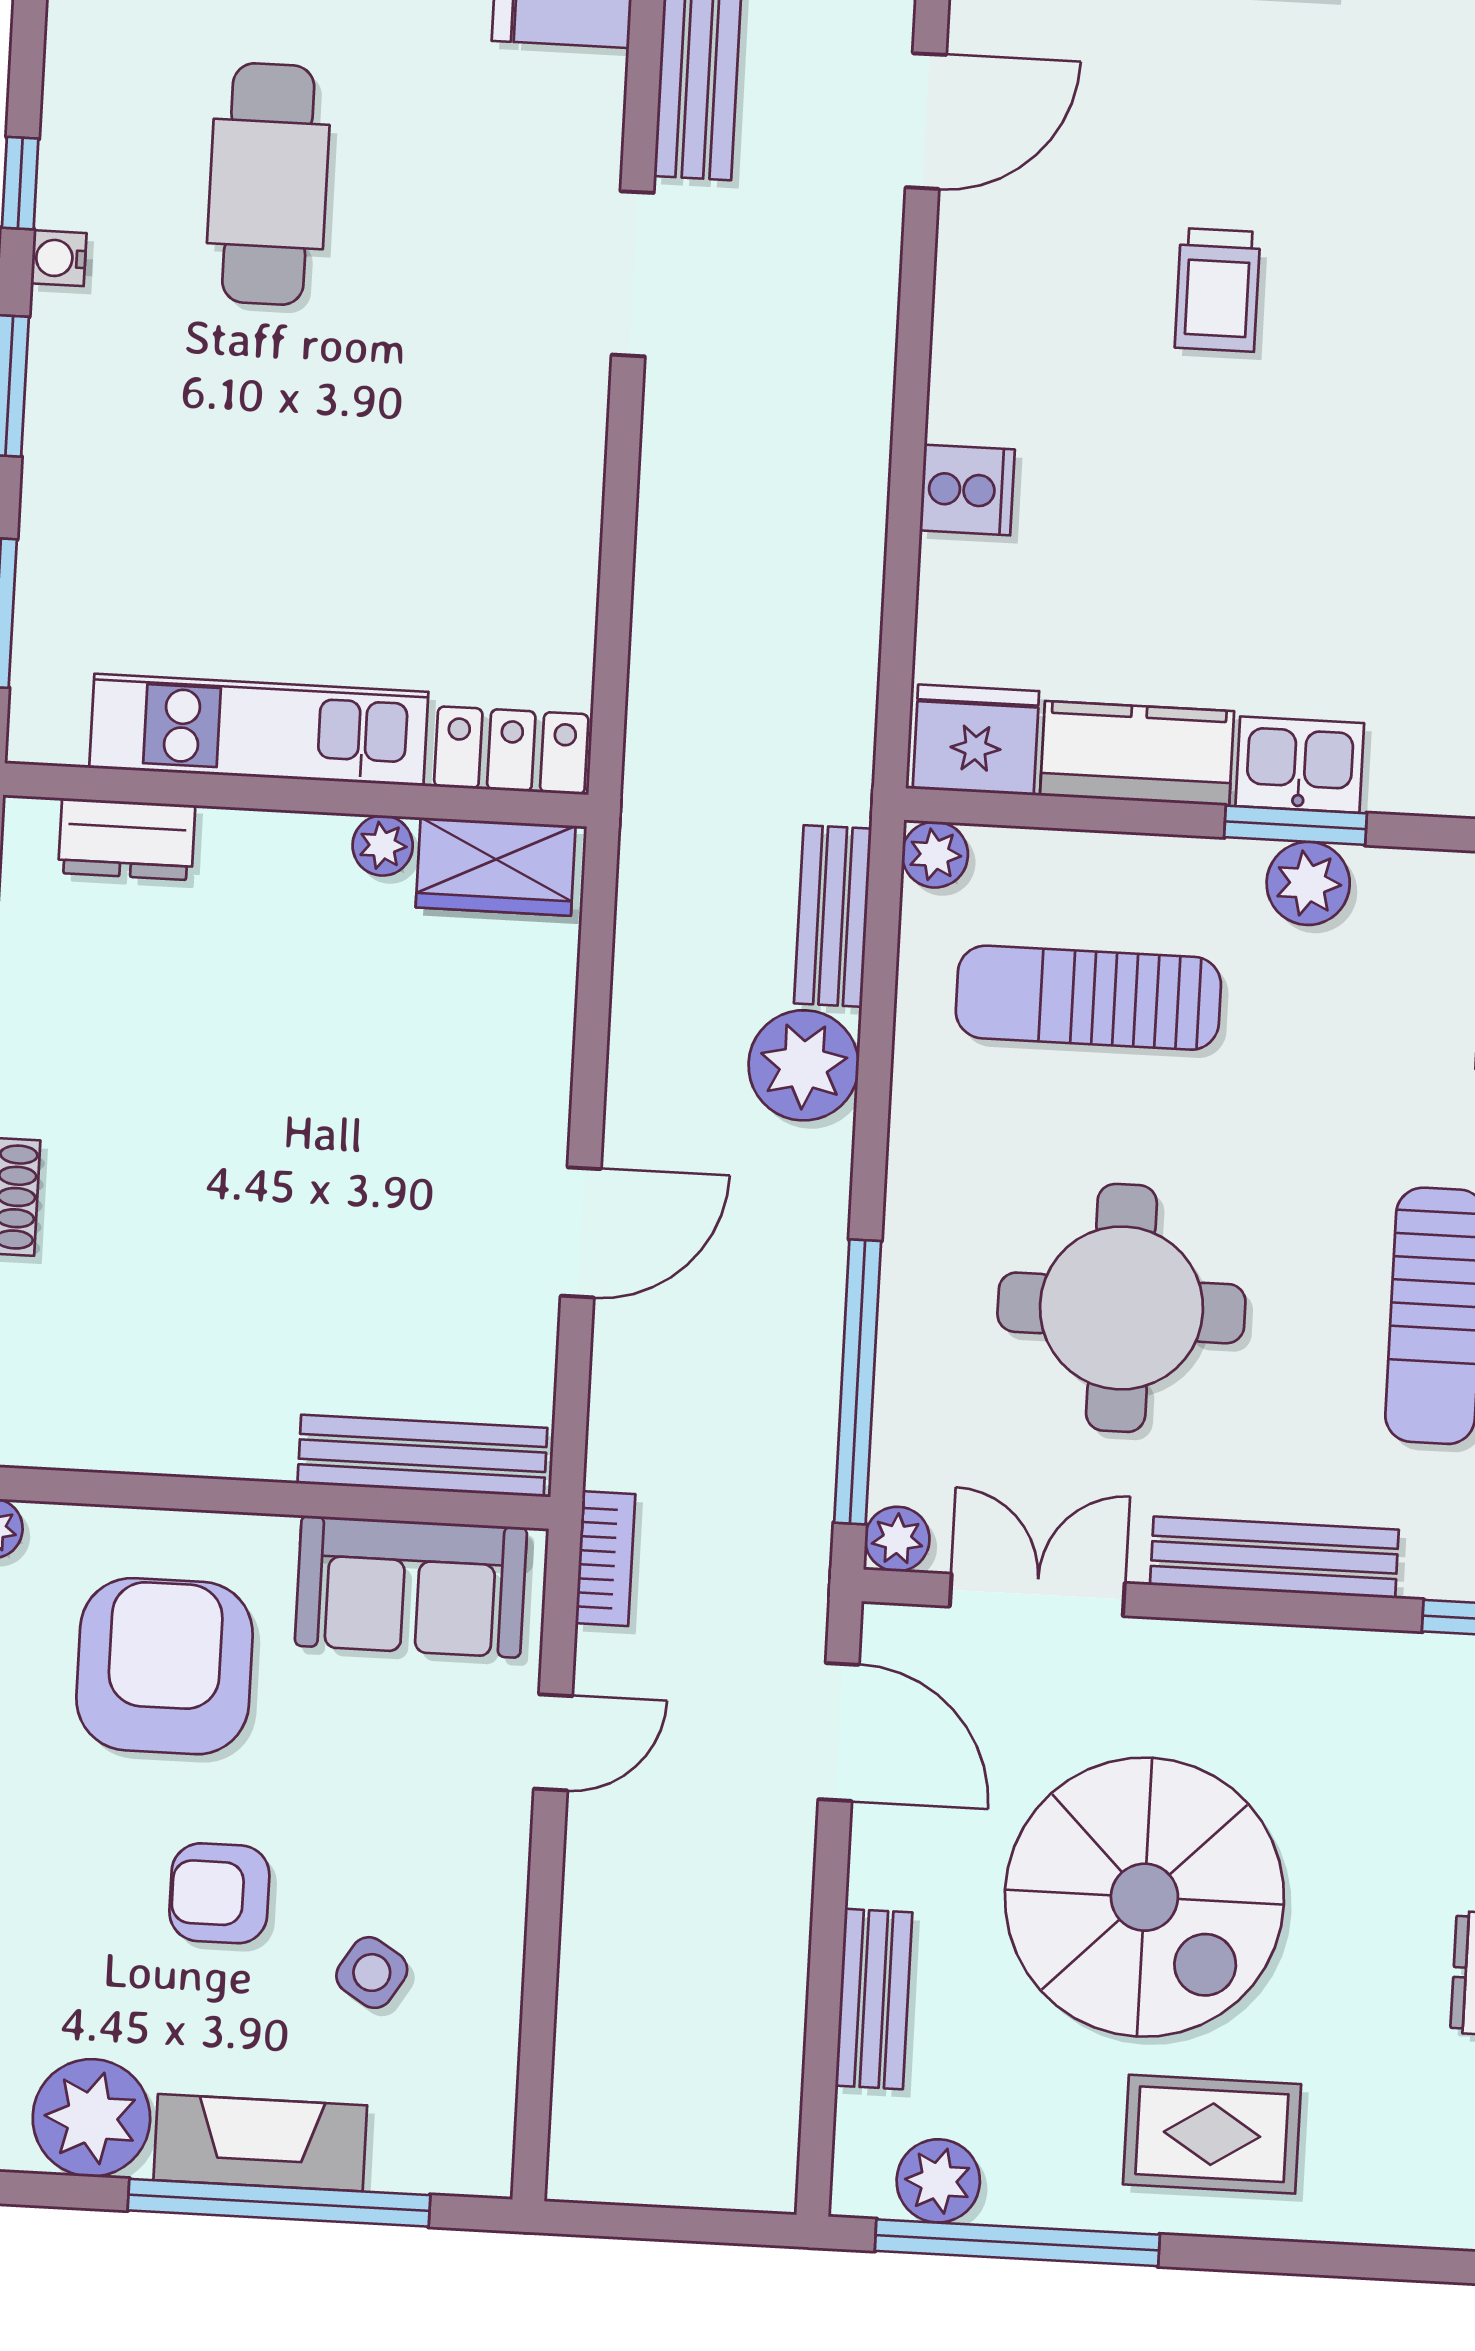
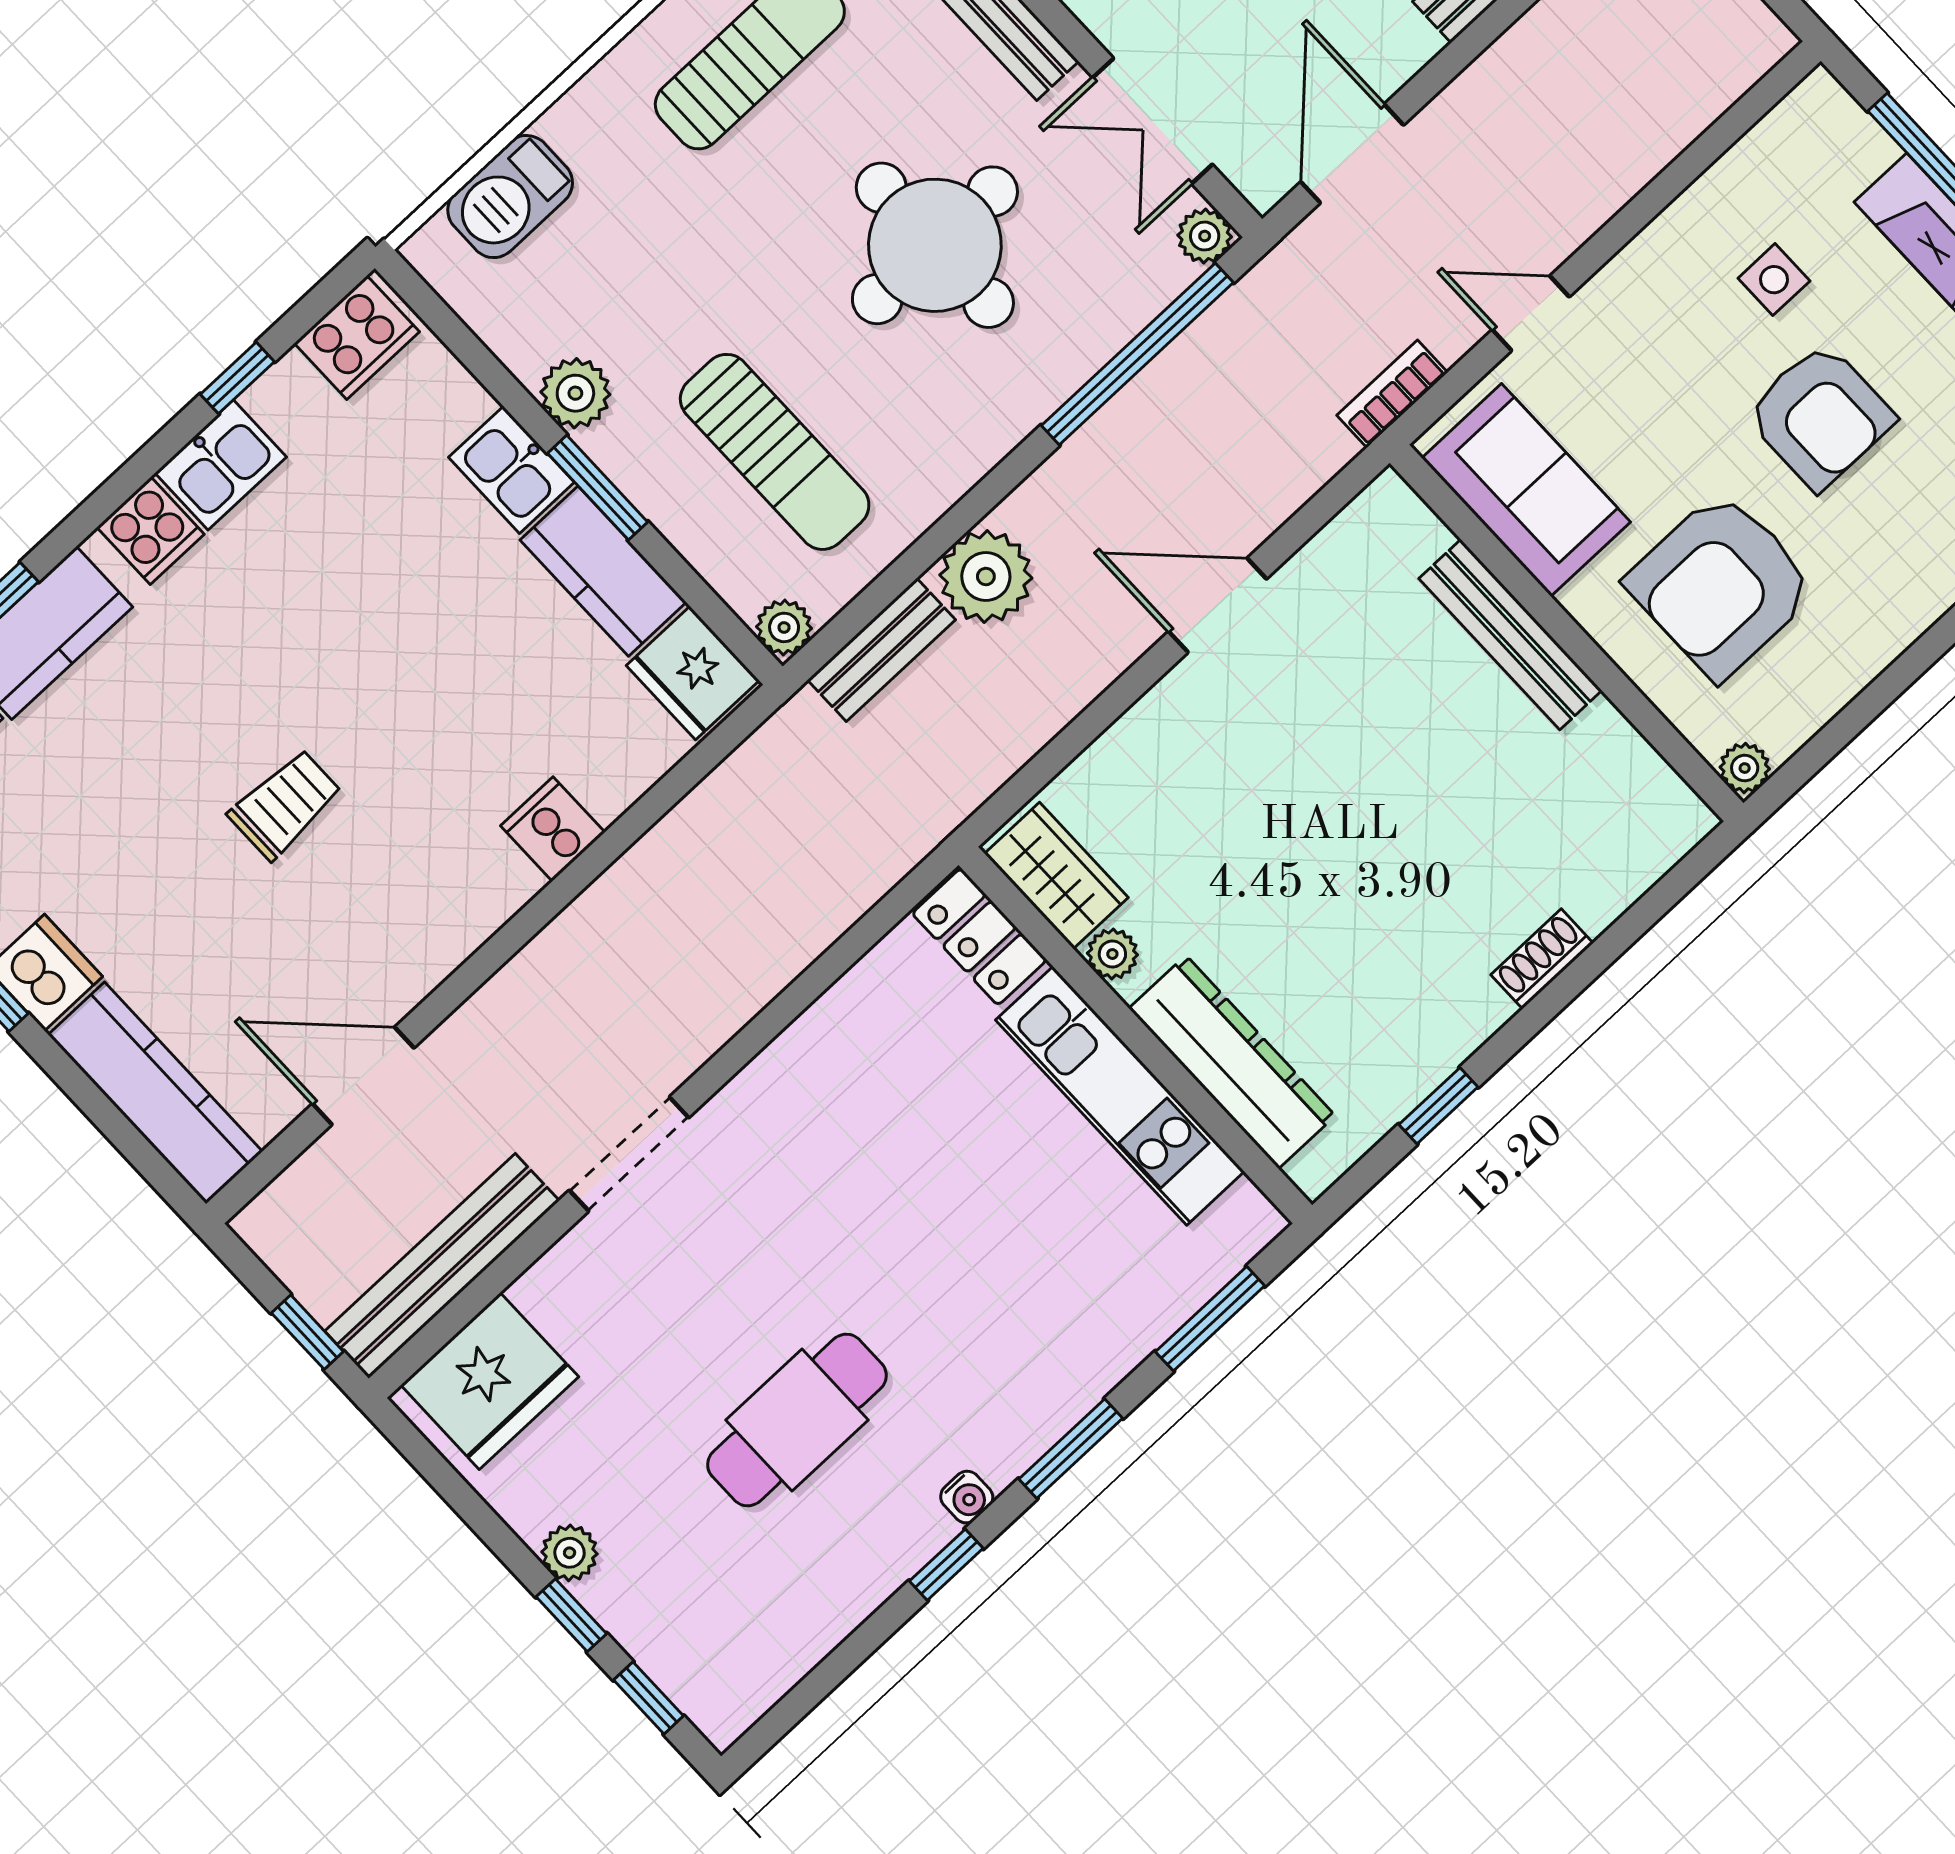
window: (1295, 825) -> (598, 488), moved
dresser: (127, 839) -> (1232, 1062), width x1.96, depth x1.24
bench: (422, 1456) -> (1510, 635), moved
armchair: (219, 1893) -> (1820, 416), width x1.38, depth x1.38
side table: (372, 1973) -> (1774, 280), turned -32

